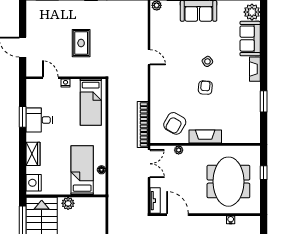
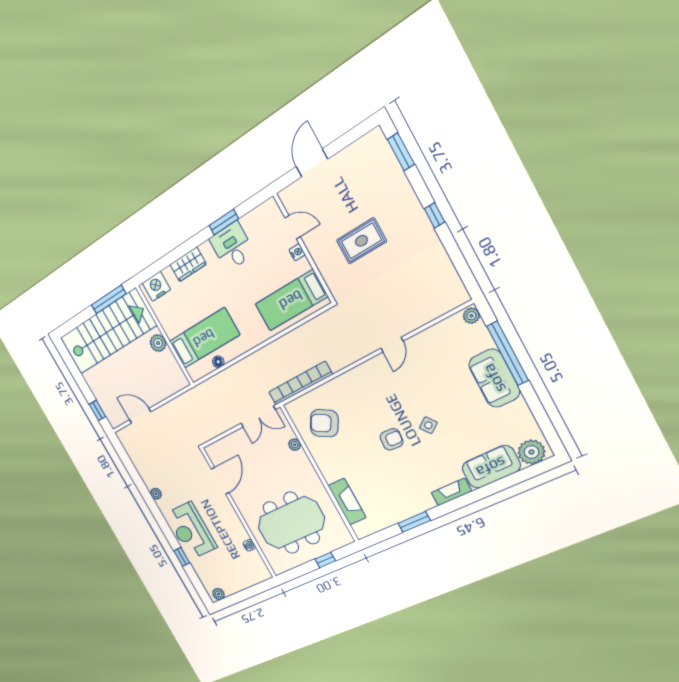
door: (50, 78) -> (293, 227), hinge flipped
fireplace: (205, 137) -> (347, 502), moved
tv unit: (155, 201) -> (220, 446), removed

